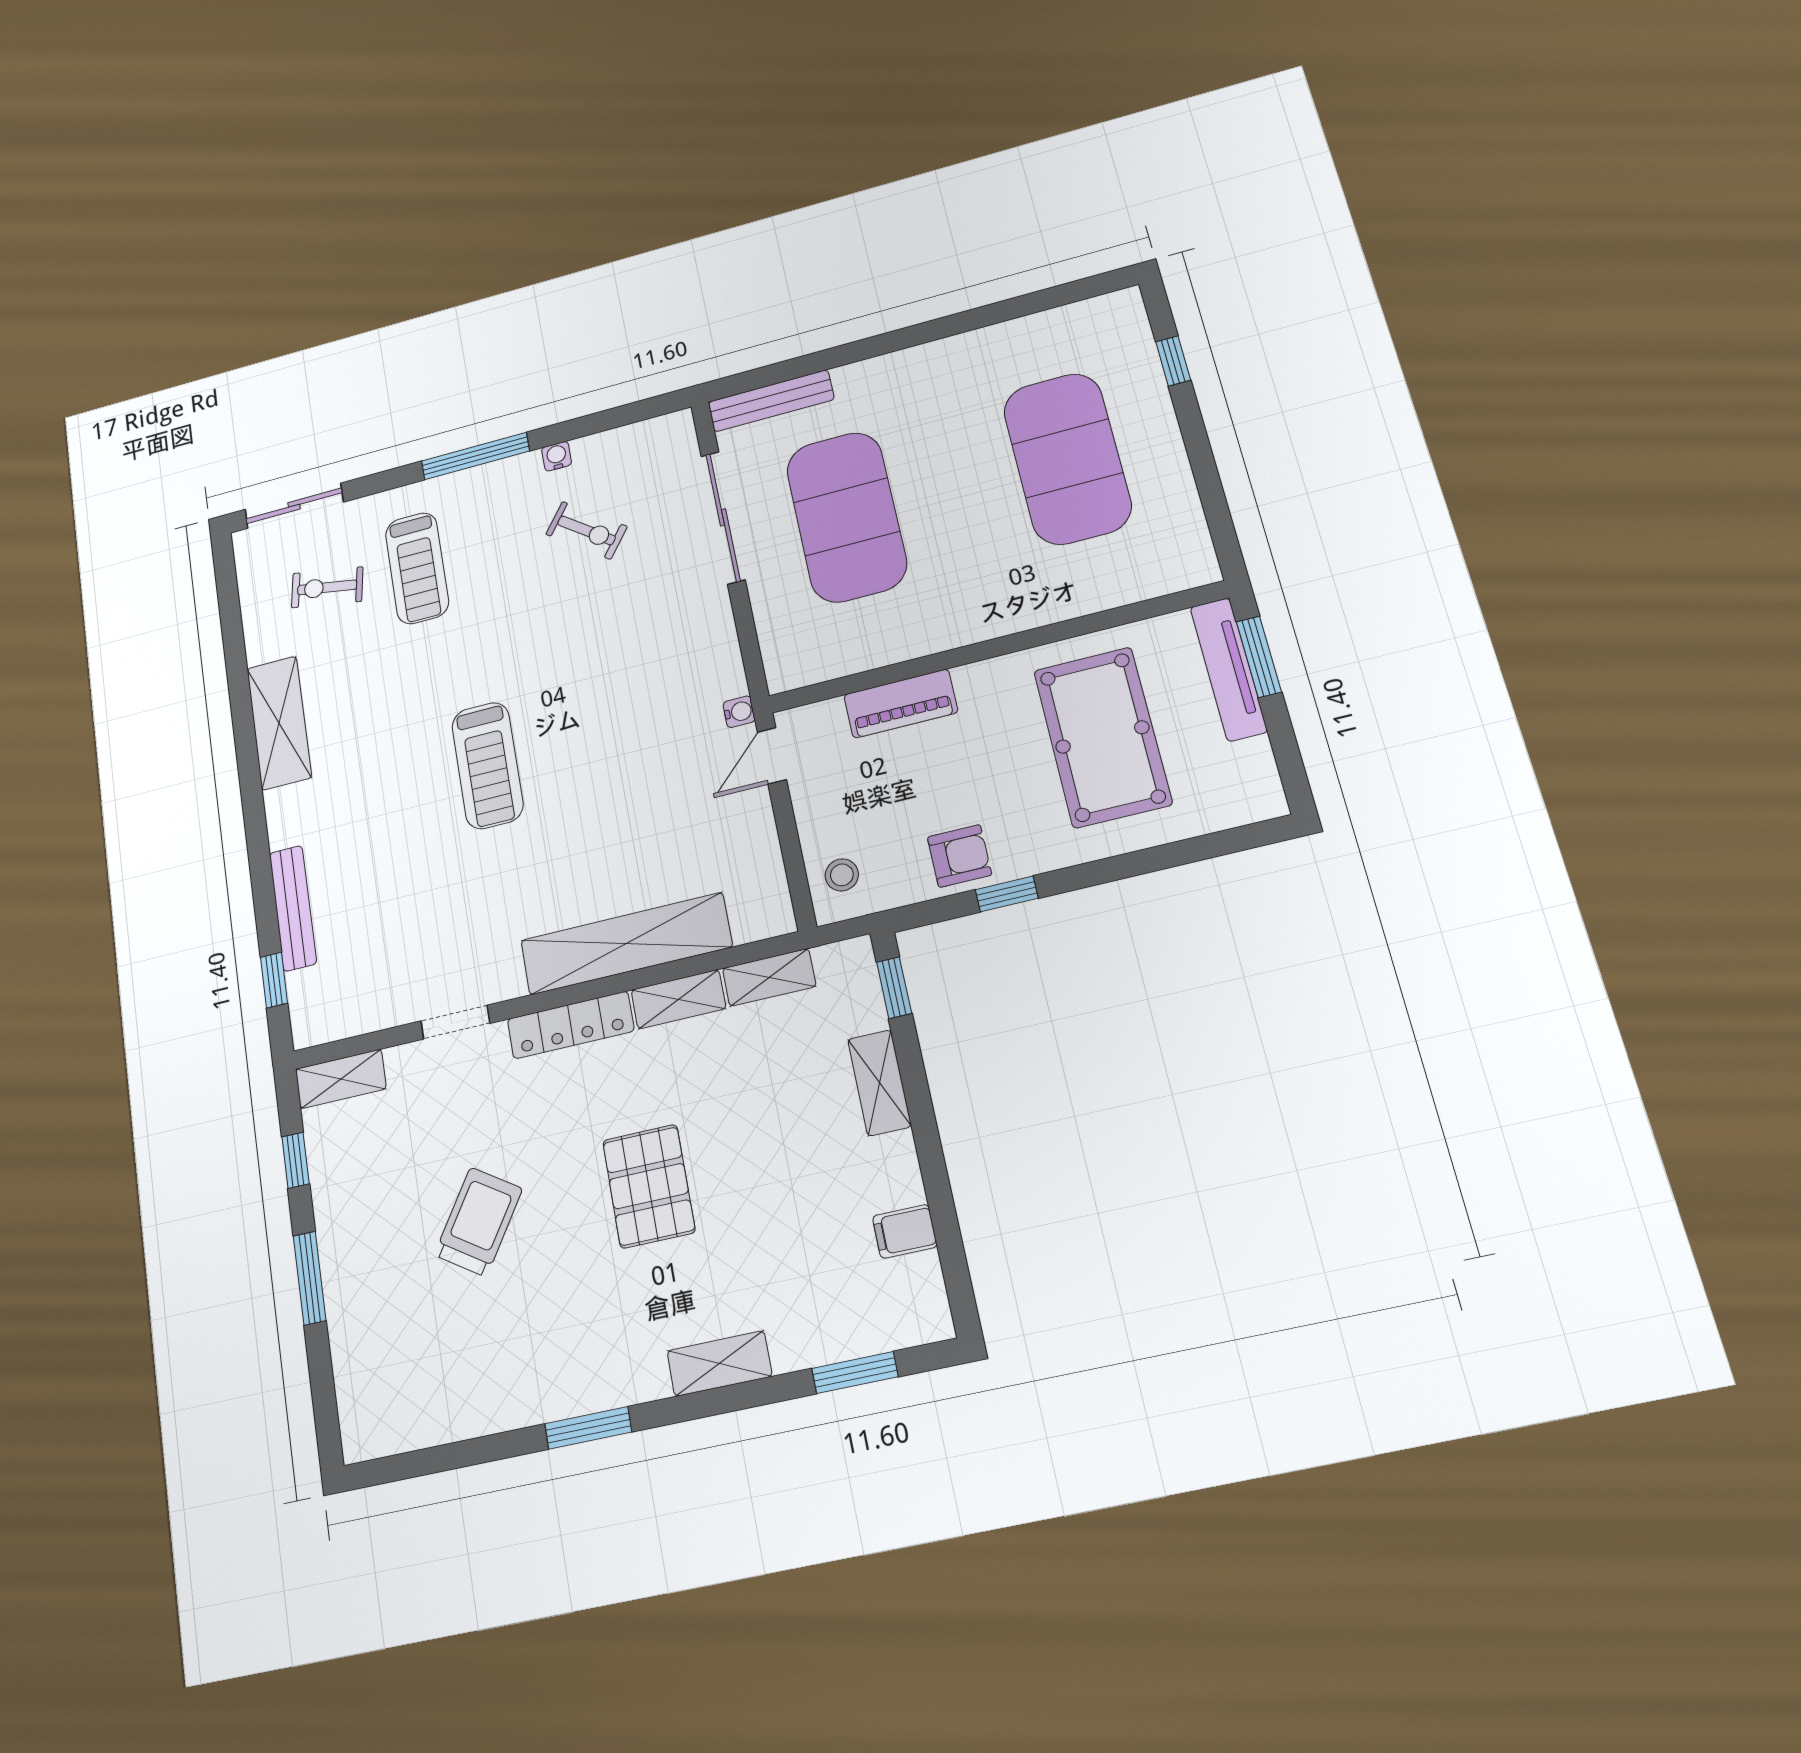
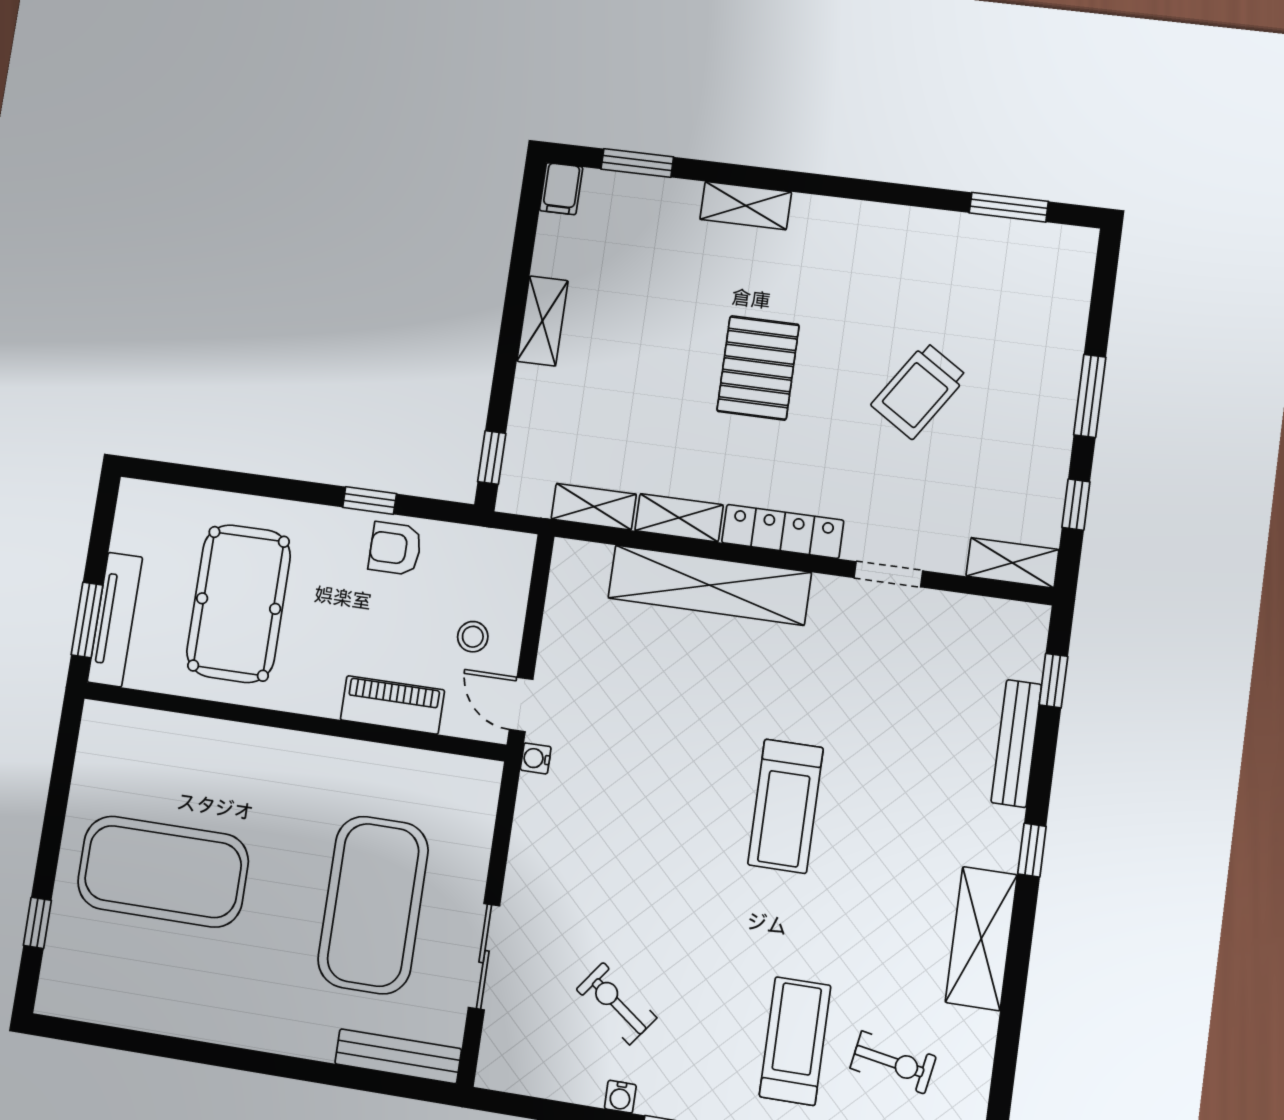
exercise mat: (1067, 459) -> (163, 872), turned 90
sliding door: (723, 517) -> (484, 957), width x0.73
door: (772, 756) -> (521, 704), swing flipped
treadmill: (487, 765) -> (785, 806), turned 180
window: (255, 818) -> (1032, 850), added
stool: (842, 875) -> (473, 637), moved
shelving: (879, 1083) -> (542, 321), moved
filing cabinet: (905, 1231) -> (561, 189), moved, turned 90
window: (588, 1428) -> (1009, 207), moved

